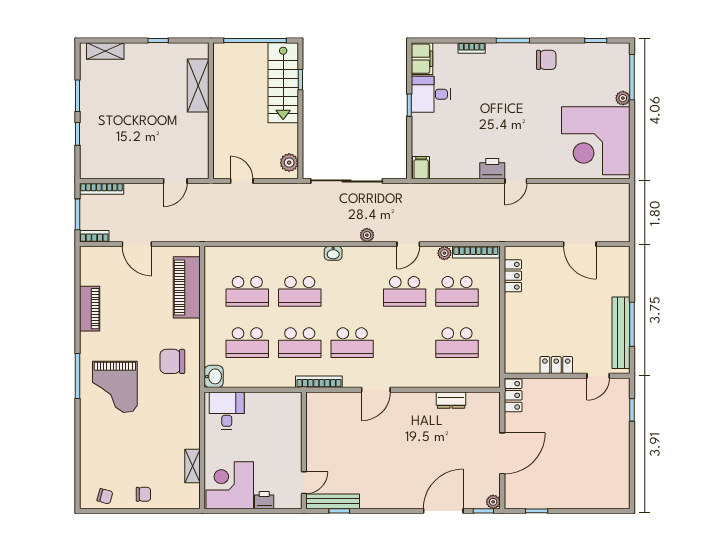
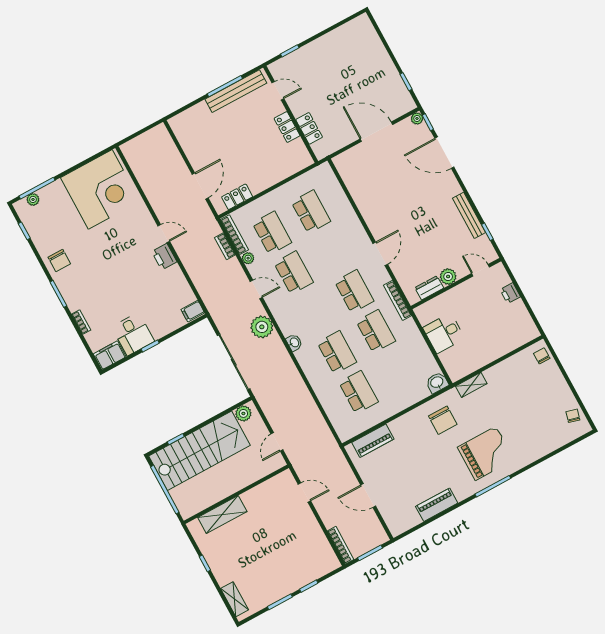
chair: (546, 60) -> (59, 260), turned 180
stairs: (283, 83) -> (199, 451), width x1.36, depth x1.51
plant: (623, 98) -> (33, 199), moved
plant: (367, 235) -> (262, 327), width x1.88, depth x1.88
bookcase: (94, 236) -> (225, 246), moved
door: (137, 244) -> (368, 496), swing flipped
door: (580, 244) -> (200, 186), moved
piano: (187, 287) -> (373, 441), width x0.73, depth x0.75
school desk: (247, 343) -> (397, 371), removed
door: (376, 390) -> (380, 254), hinge flipped
locker: (513, 395) -> (309, 128), moved, turned 90
dresser: (451, 400) -> (429, 288), moved, turned -90
desk: (227, 411) -> (444, 333), moved
plant: (315, 446) -> (448, 277), added
shelving: (192, 466) -> (471, 385), moved
corner desk: (230, 485) -> (513, 325), removed
chair: (143, 494) -> (542, 356), moved
bench: (333, 501) -> (469, 215), moved

